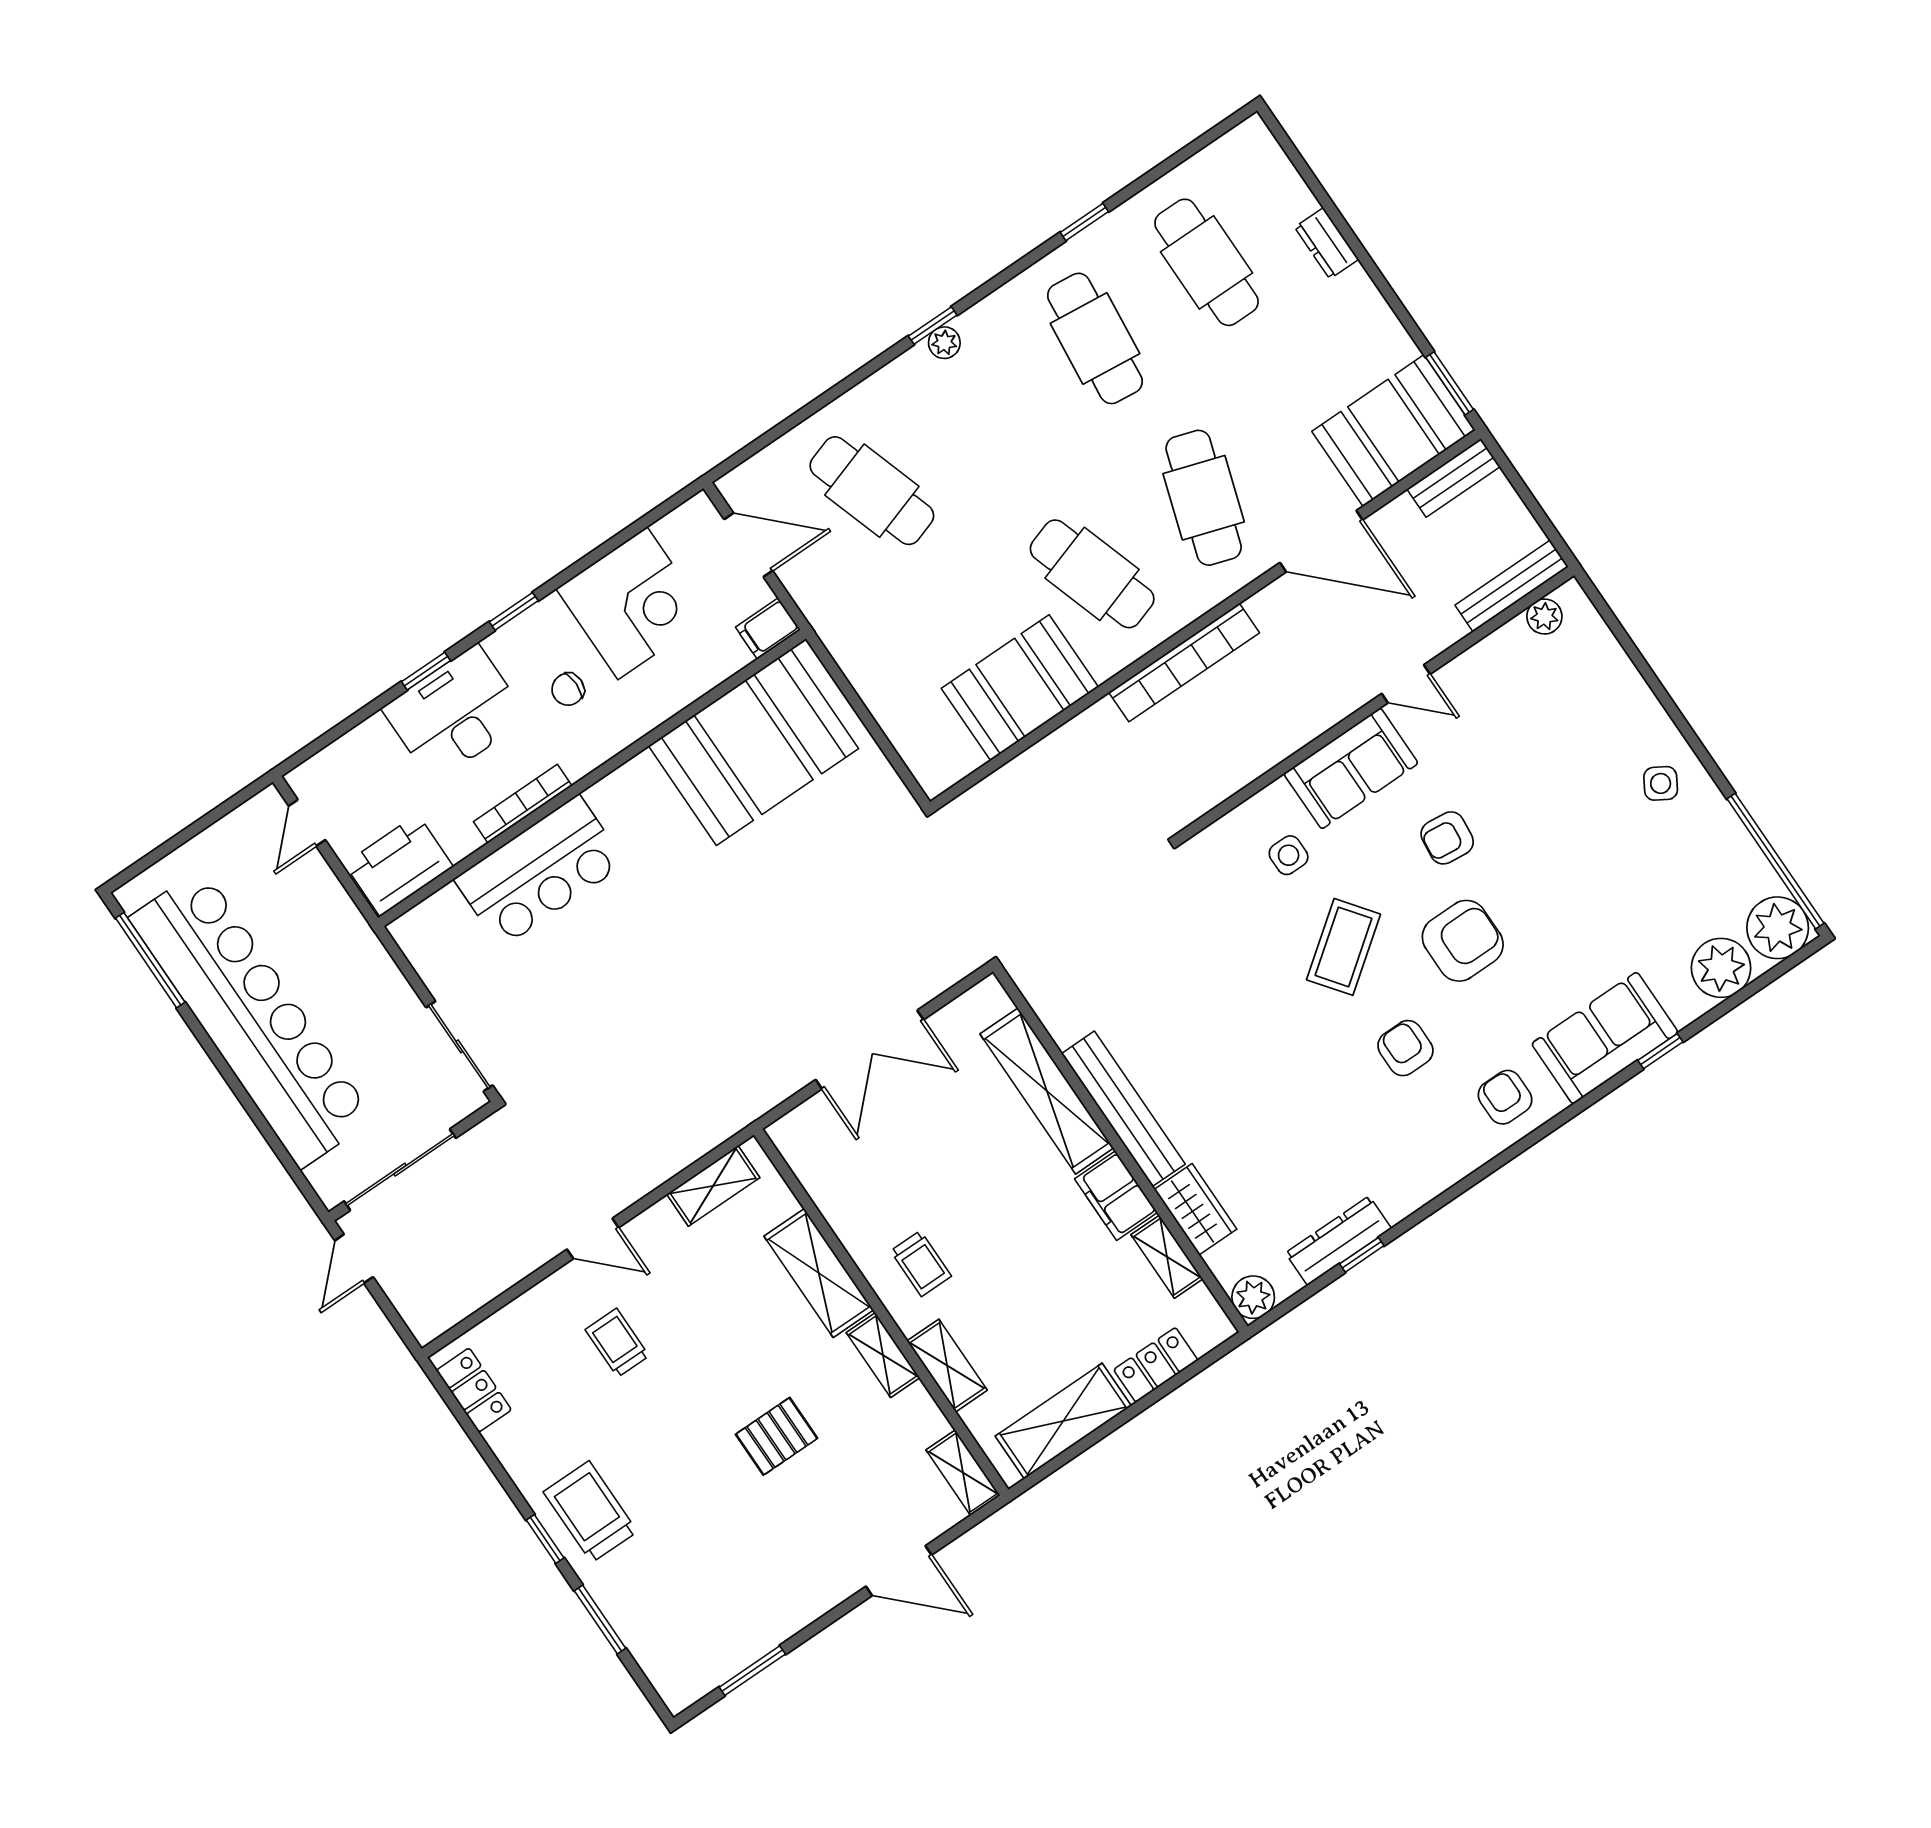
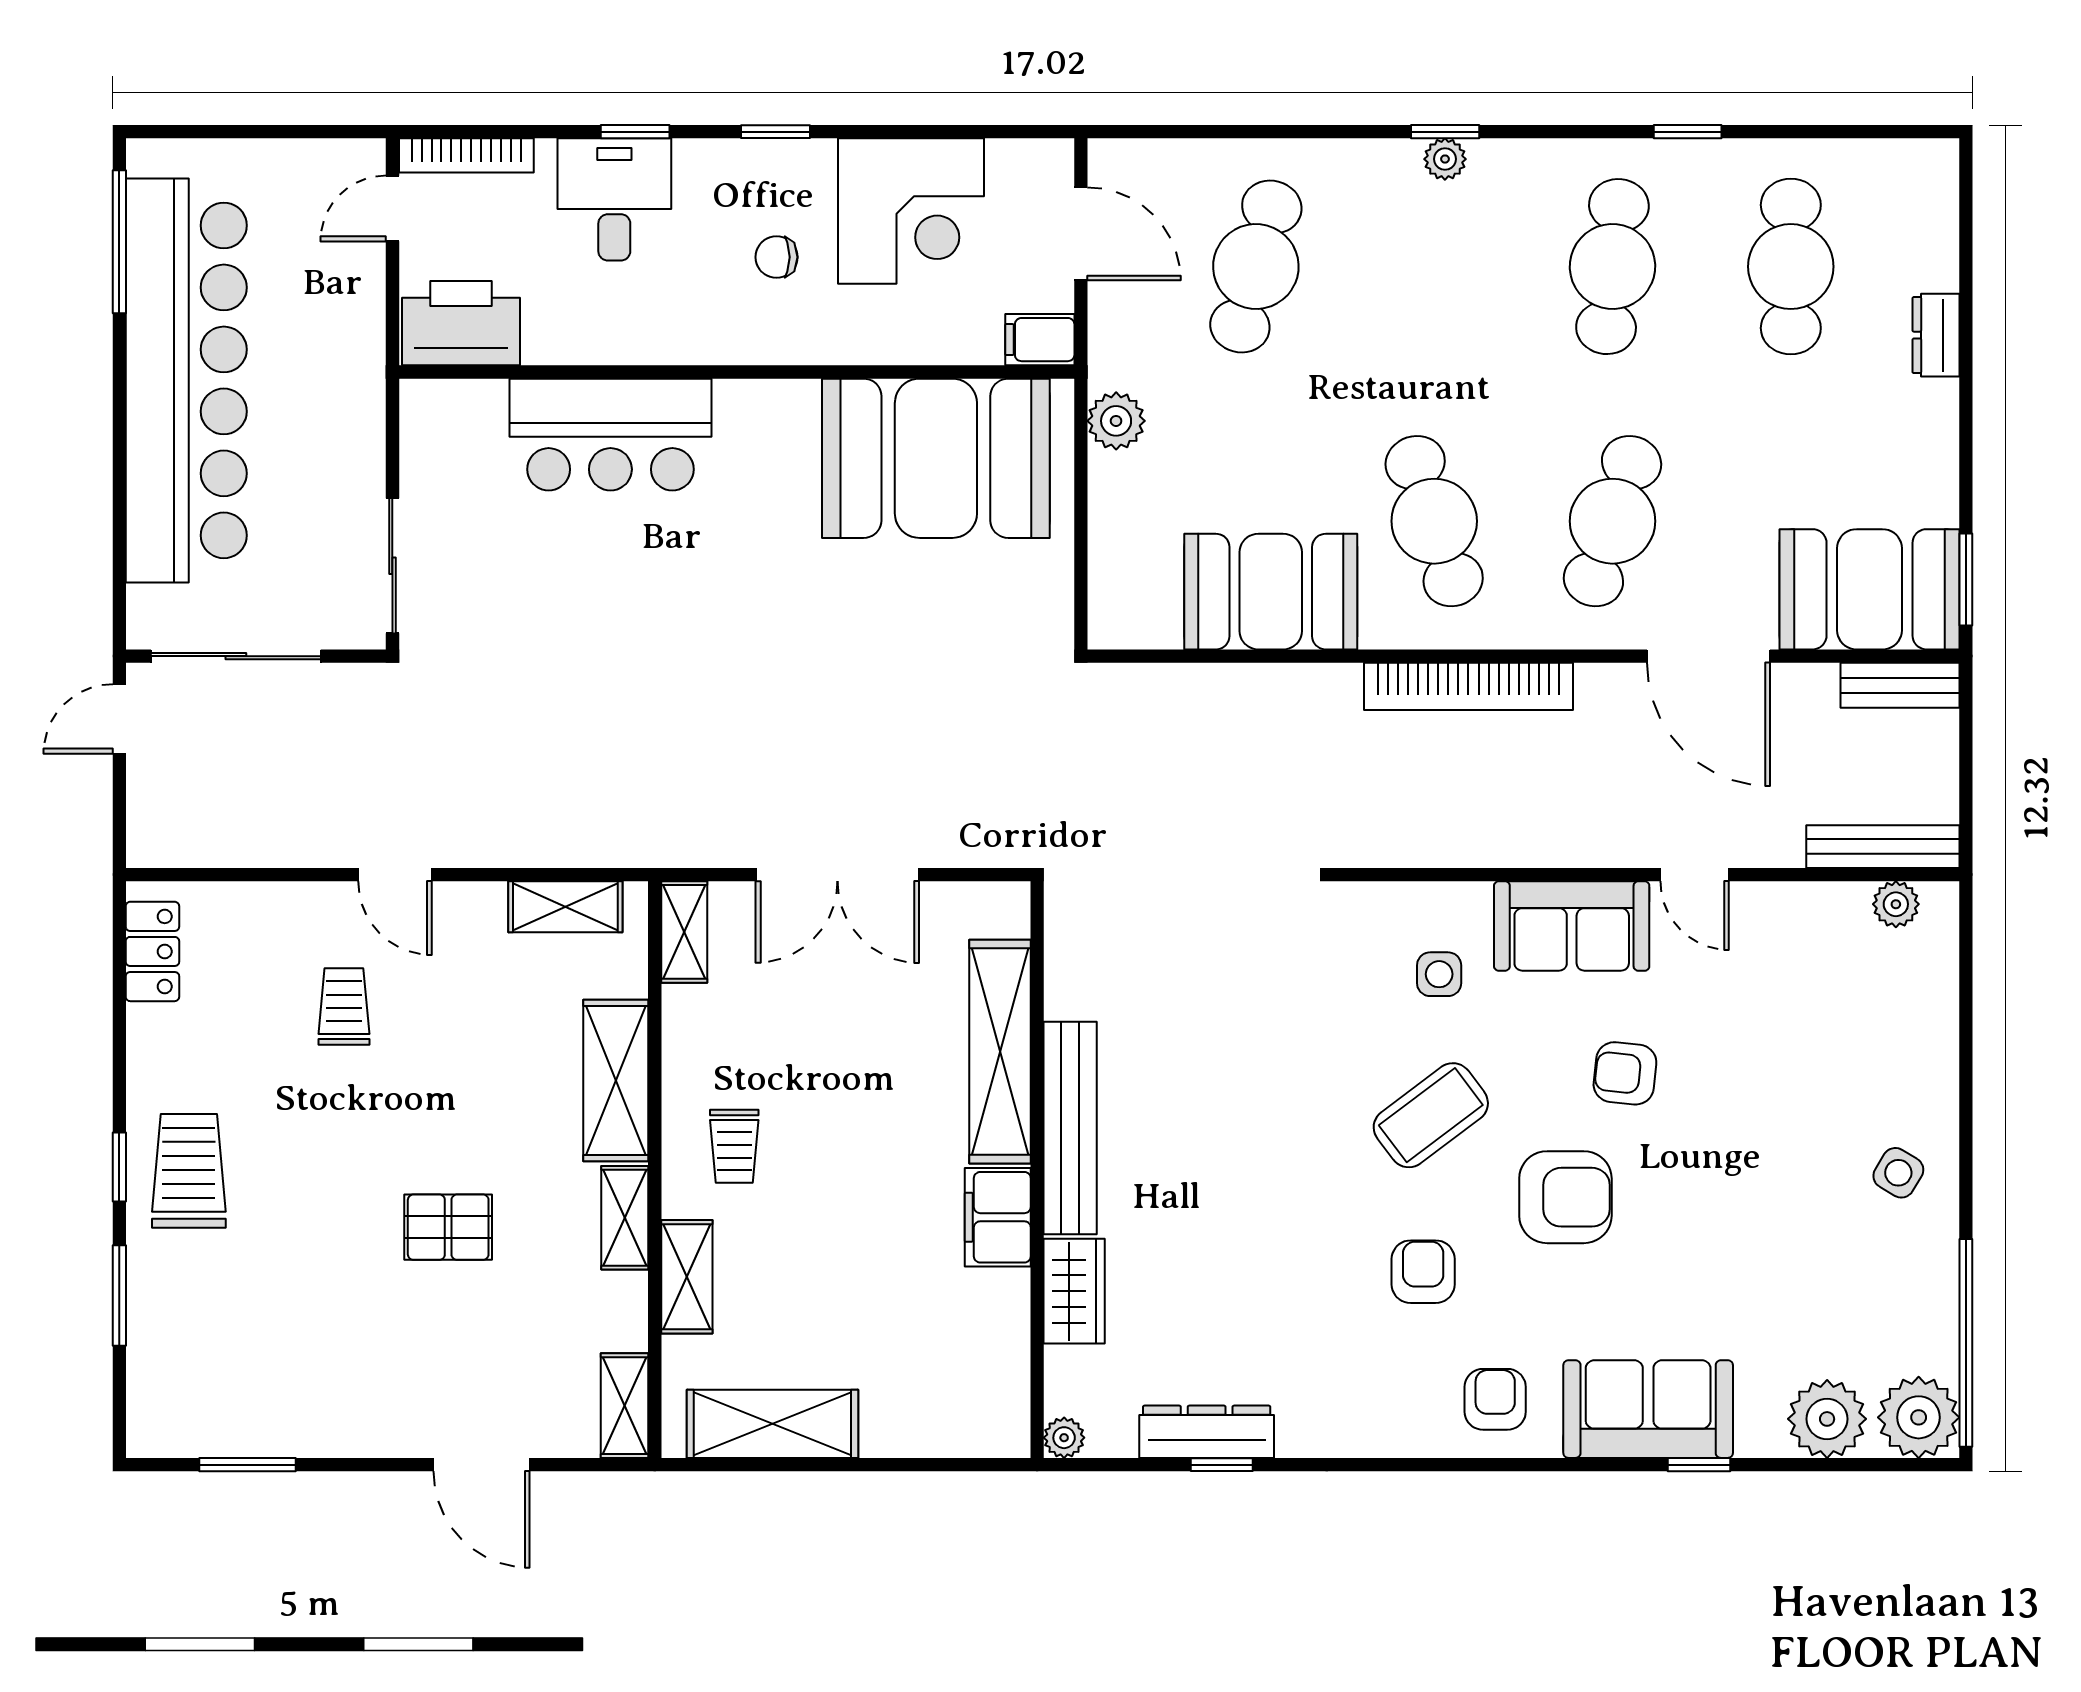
cafe table: (872, 491) -> (1256, 267), turned 33
plant: (850, 647) -> (1116, 421), added
desk: (455, 713) -> (614, 199), width x0.73
bookcase: (523, 804) -> (466, 155), moved, turned 180
shelving: (1167, 1257) -> (684, 932), moved
plant: (1253, 1297) -> (1064, 1438), width x0.73, depth x0.73
locker: (1156, 1365) -> (915, 1431), removed

